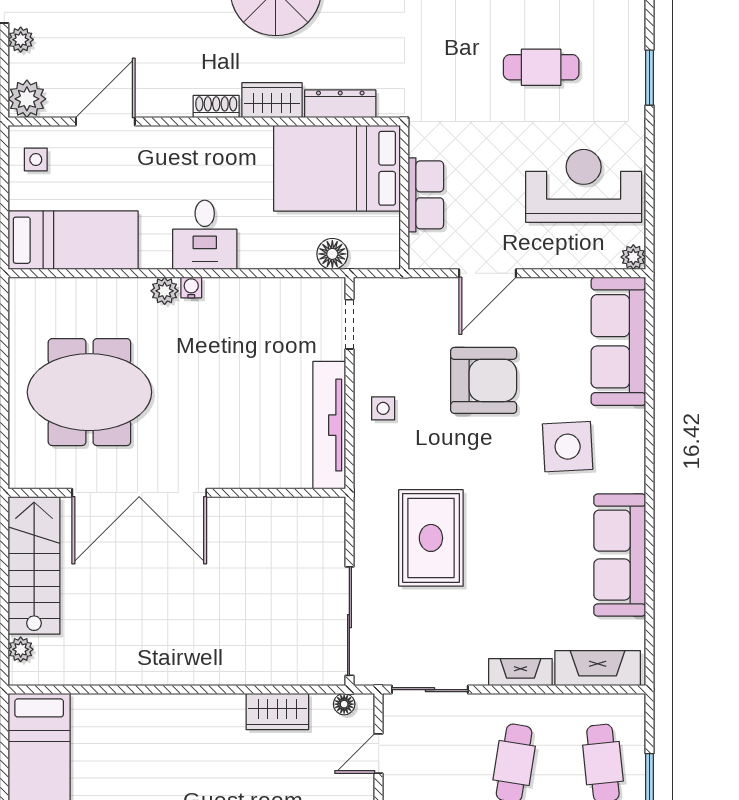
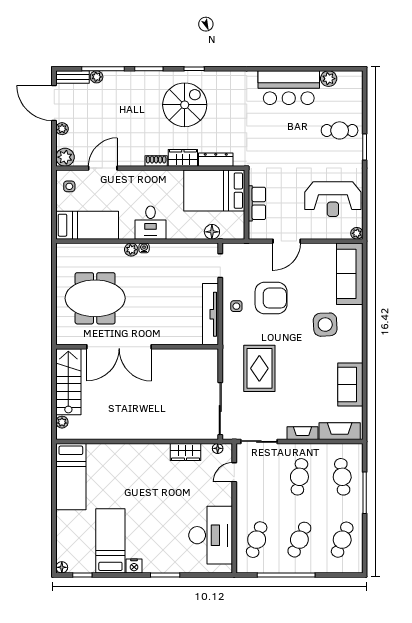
cafe table: (541, 67) -> (340, 130), moved
reception desk: (584, 186) -> (333, 199), turned 180
armchair: (484, 380) -> (271, 298), moved
sofa: (620, 555) -> (350, 385), width x0.73

